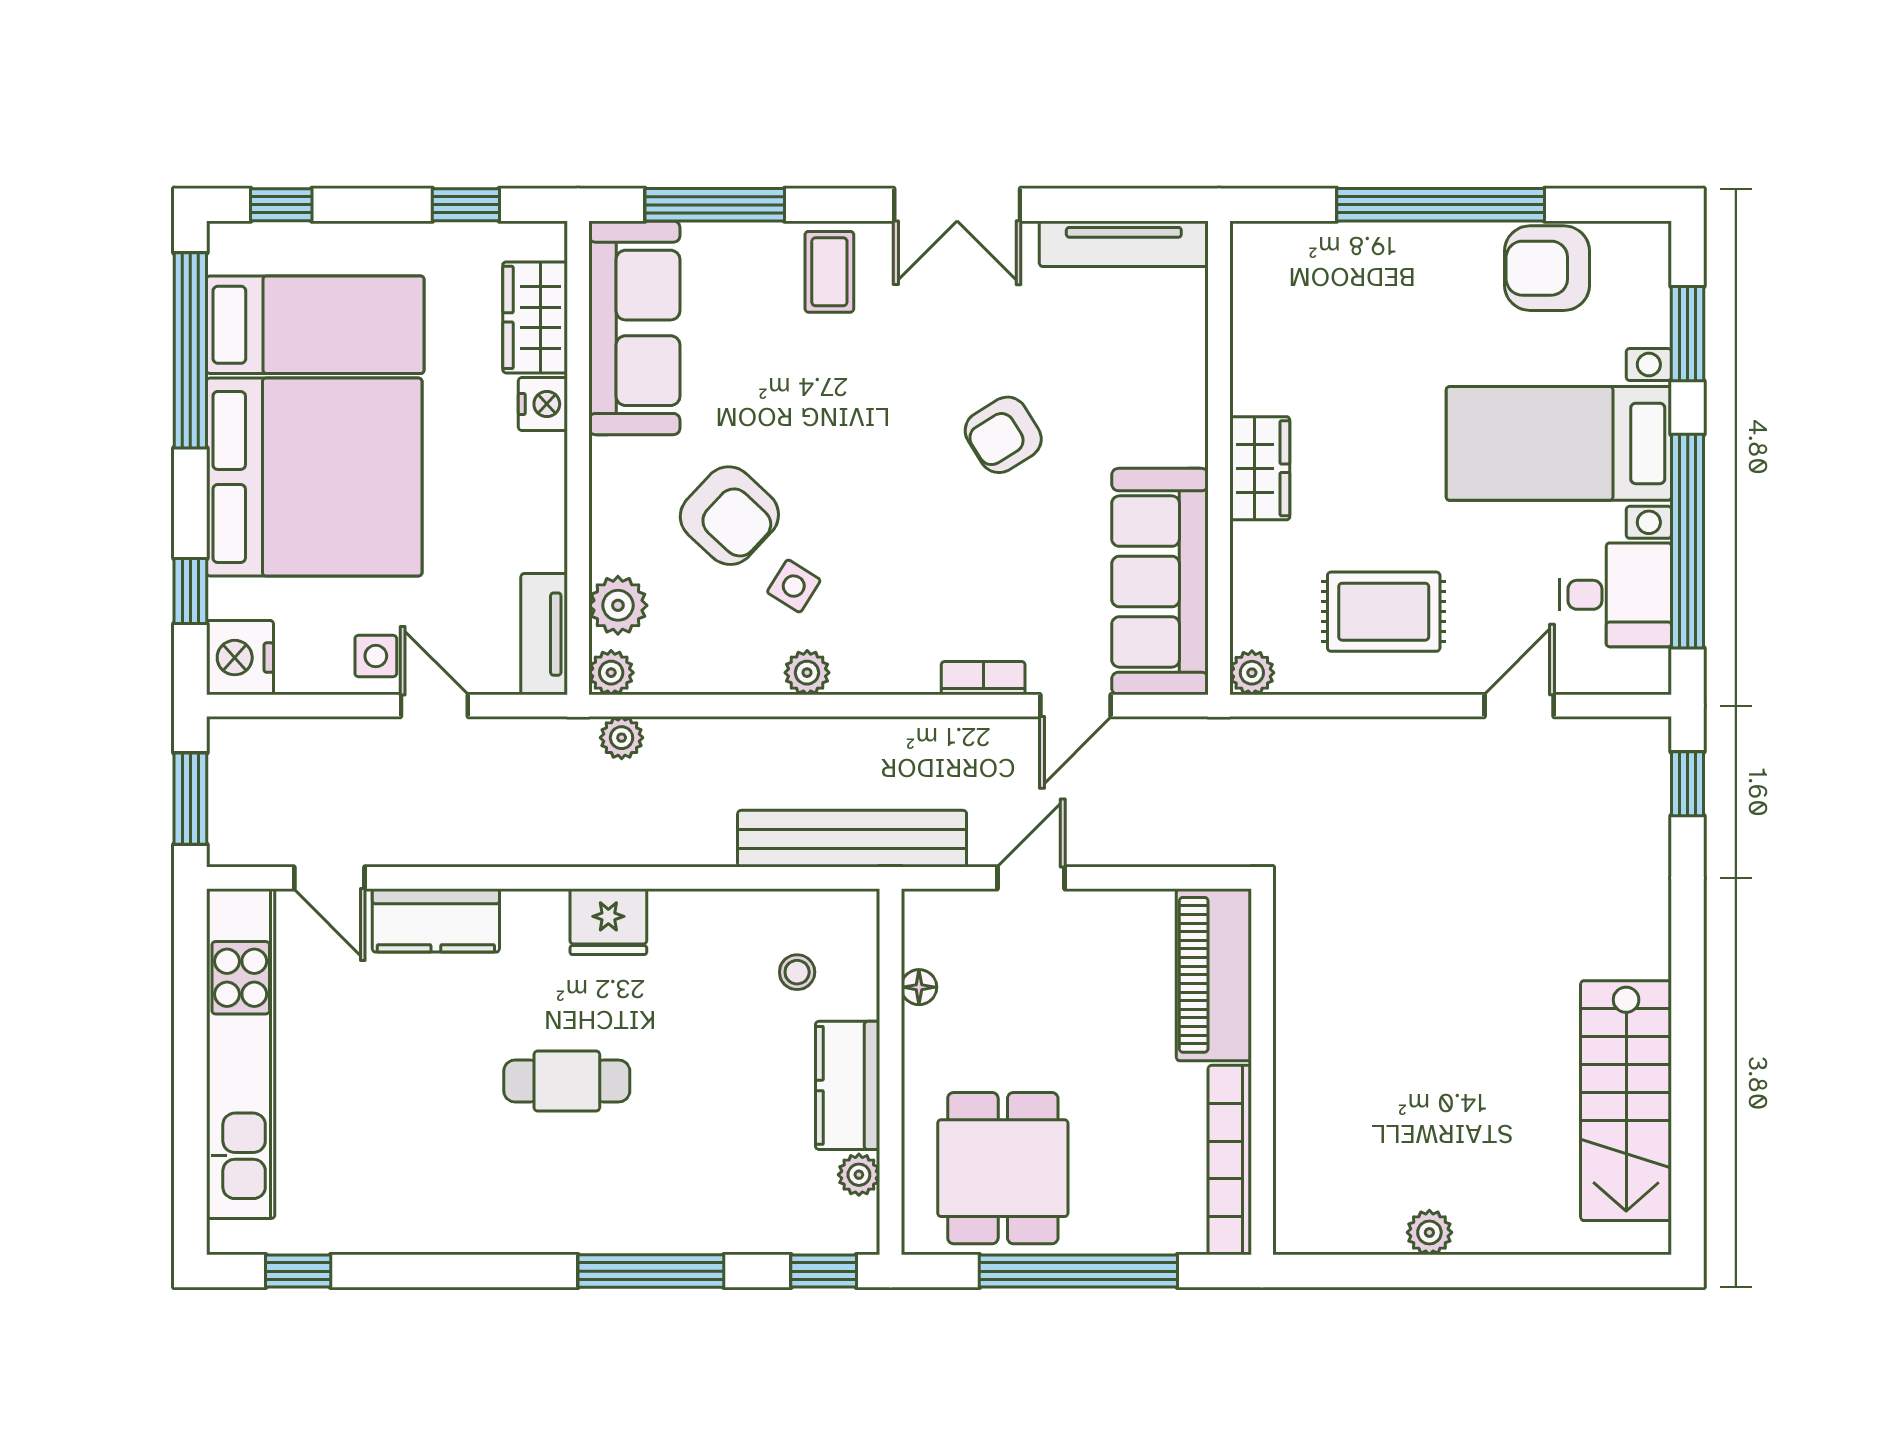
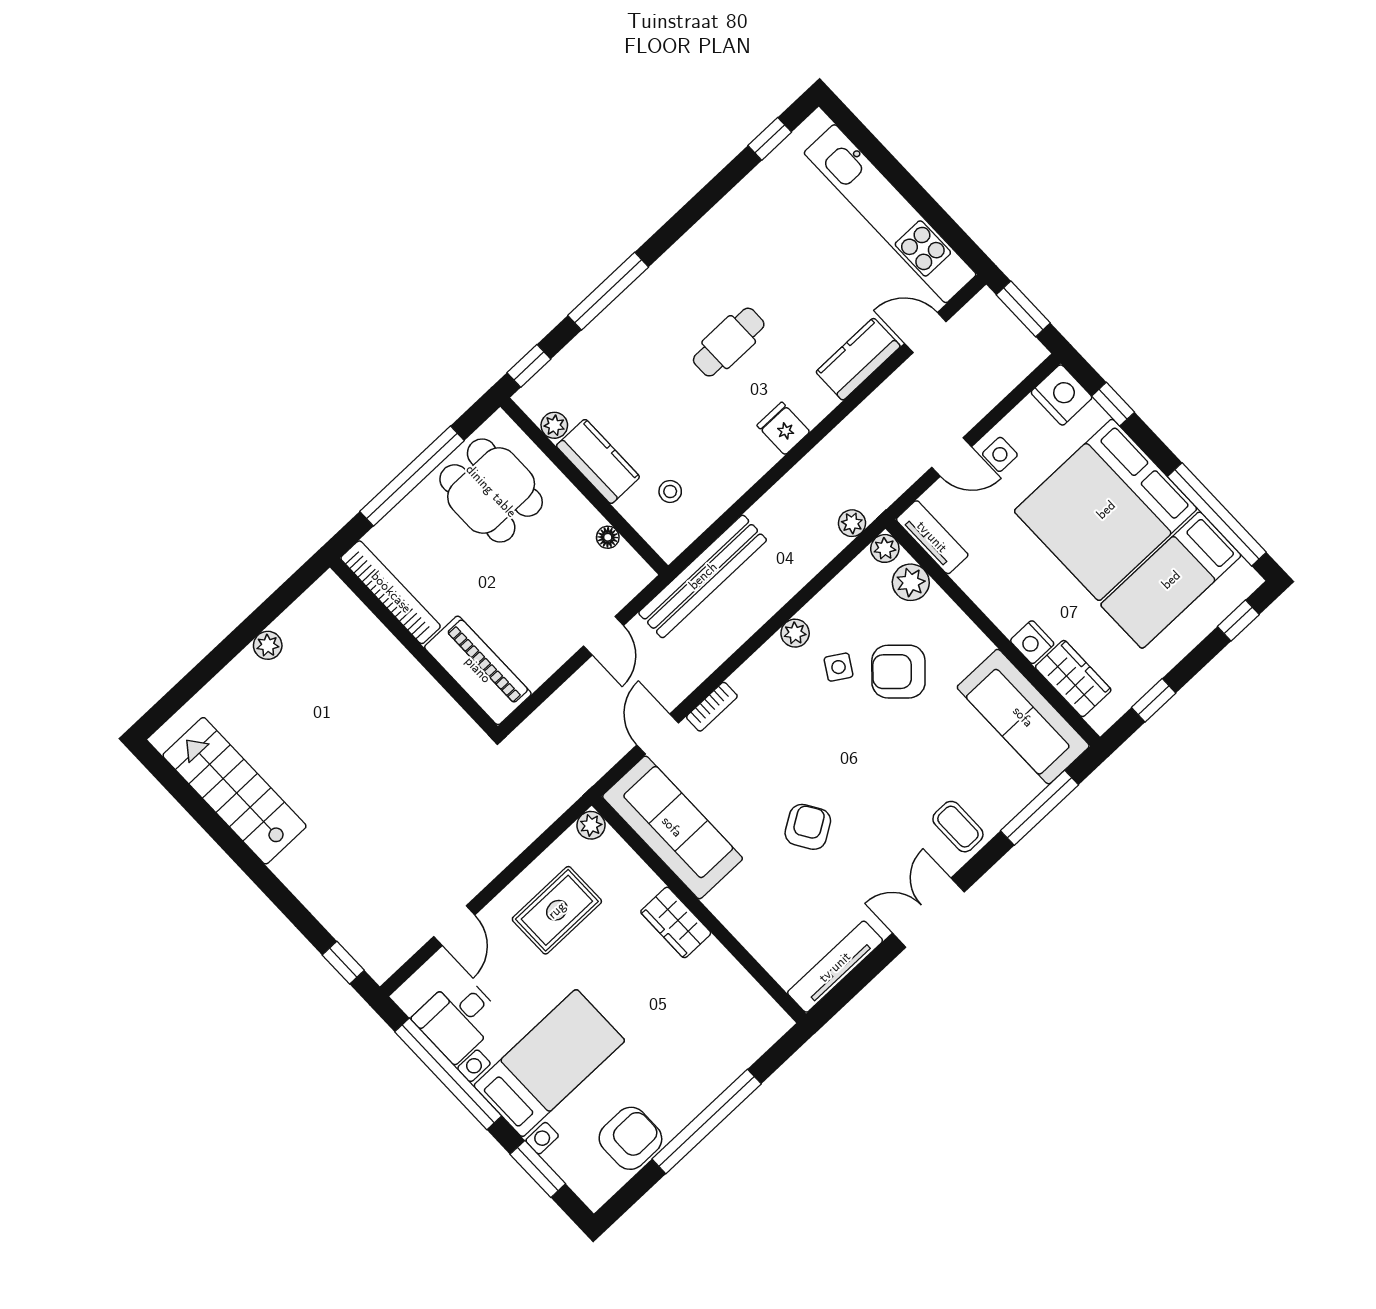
fridge: (608, 922) -> (783, 428), width x0.72

